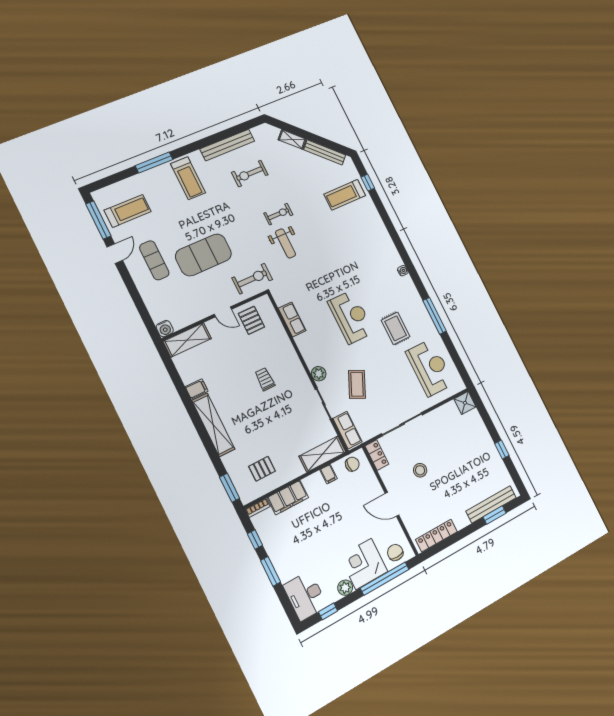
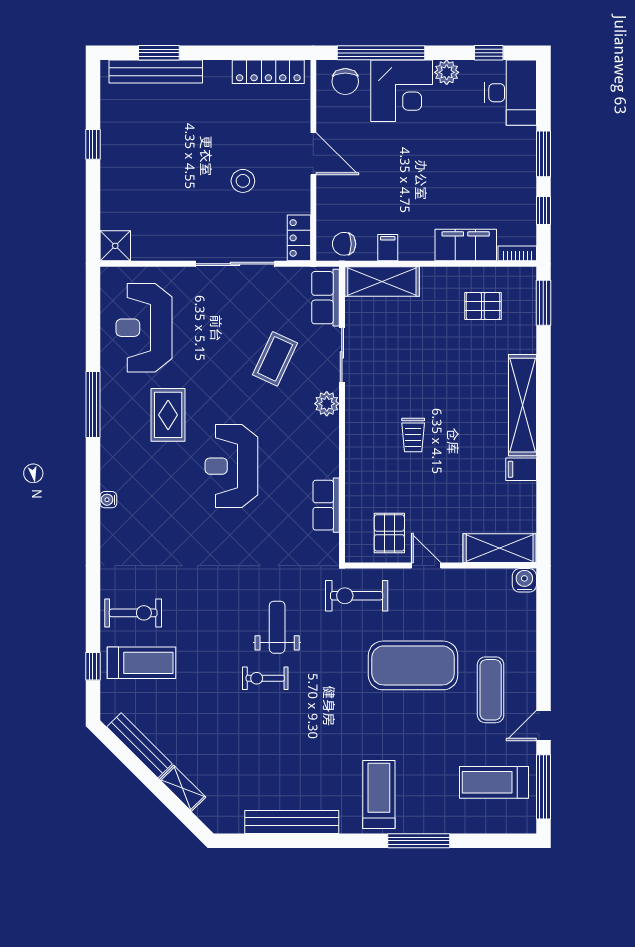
exercise bike: (250, 174) -> (133, 613), moved

